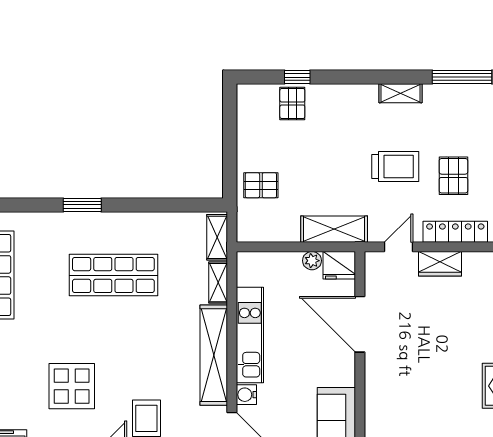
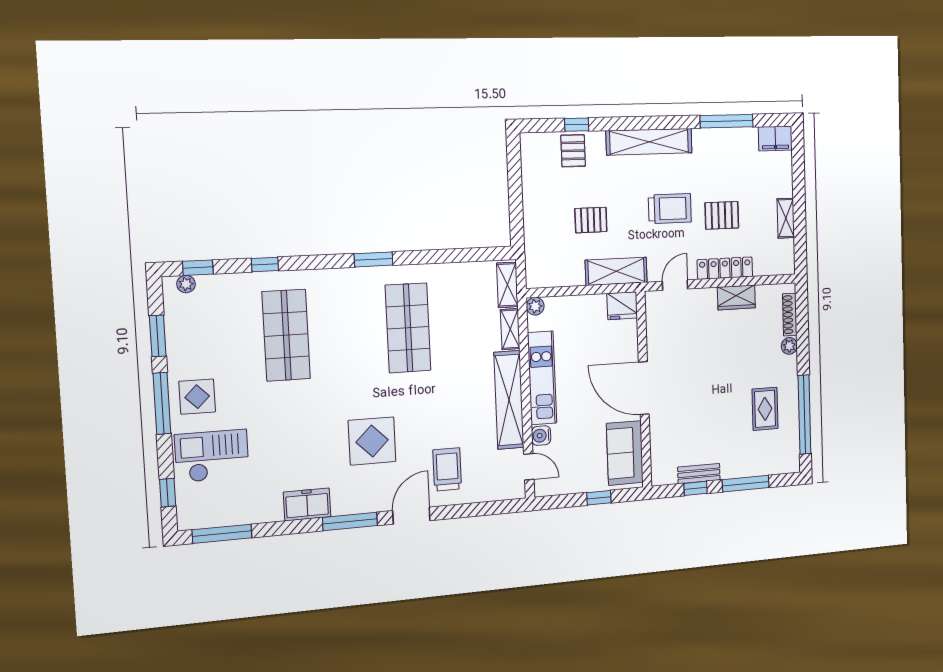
shelving: (400, 93) -> (649, 142), width x2.20, depth x1.33
pallet: (453, 176) -> (722, 215), turned 90
pallet: (261, 185) -> (591, 220), moved
plant: (312, 261) -> (535, 306), moved
wardrobe: (440, 264) -> (736, 297), moved
shop shelf: (113, 275) -> (408, 328), turned 90
door: (360, 324) -> (644, 388), moved

